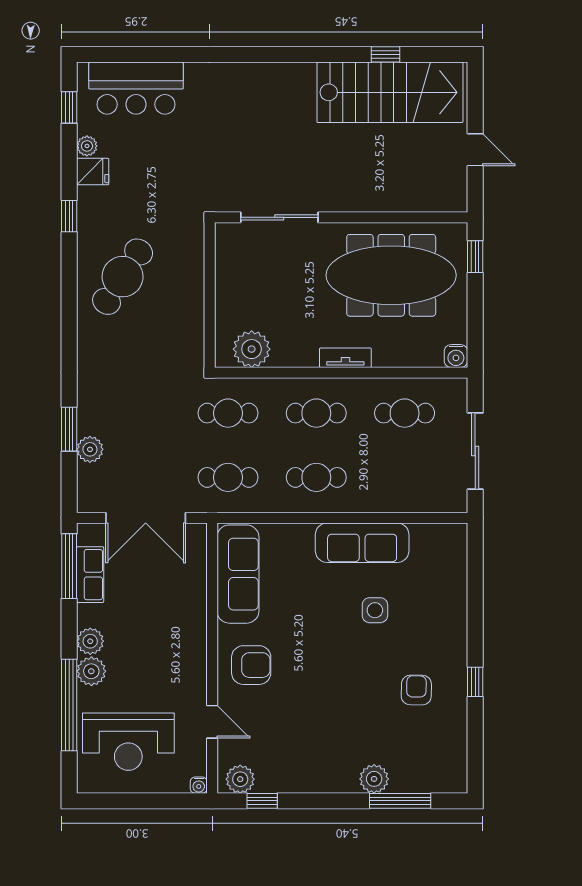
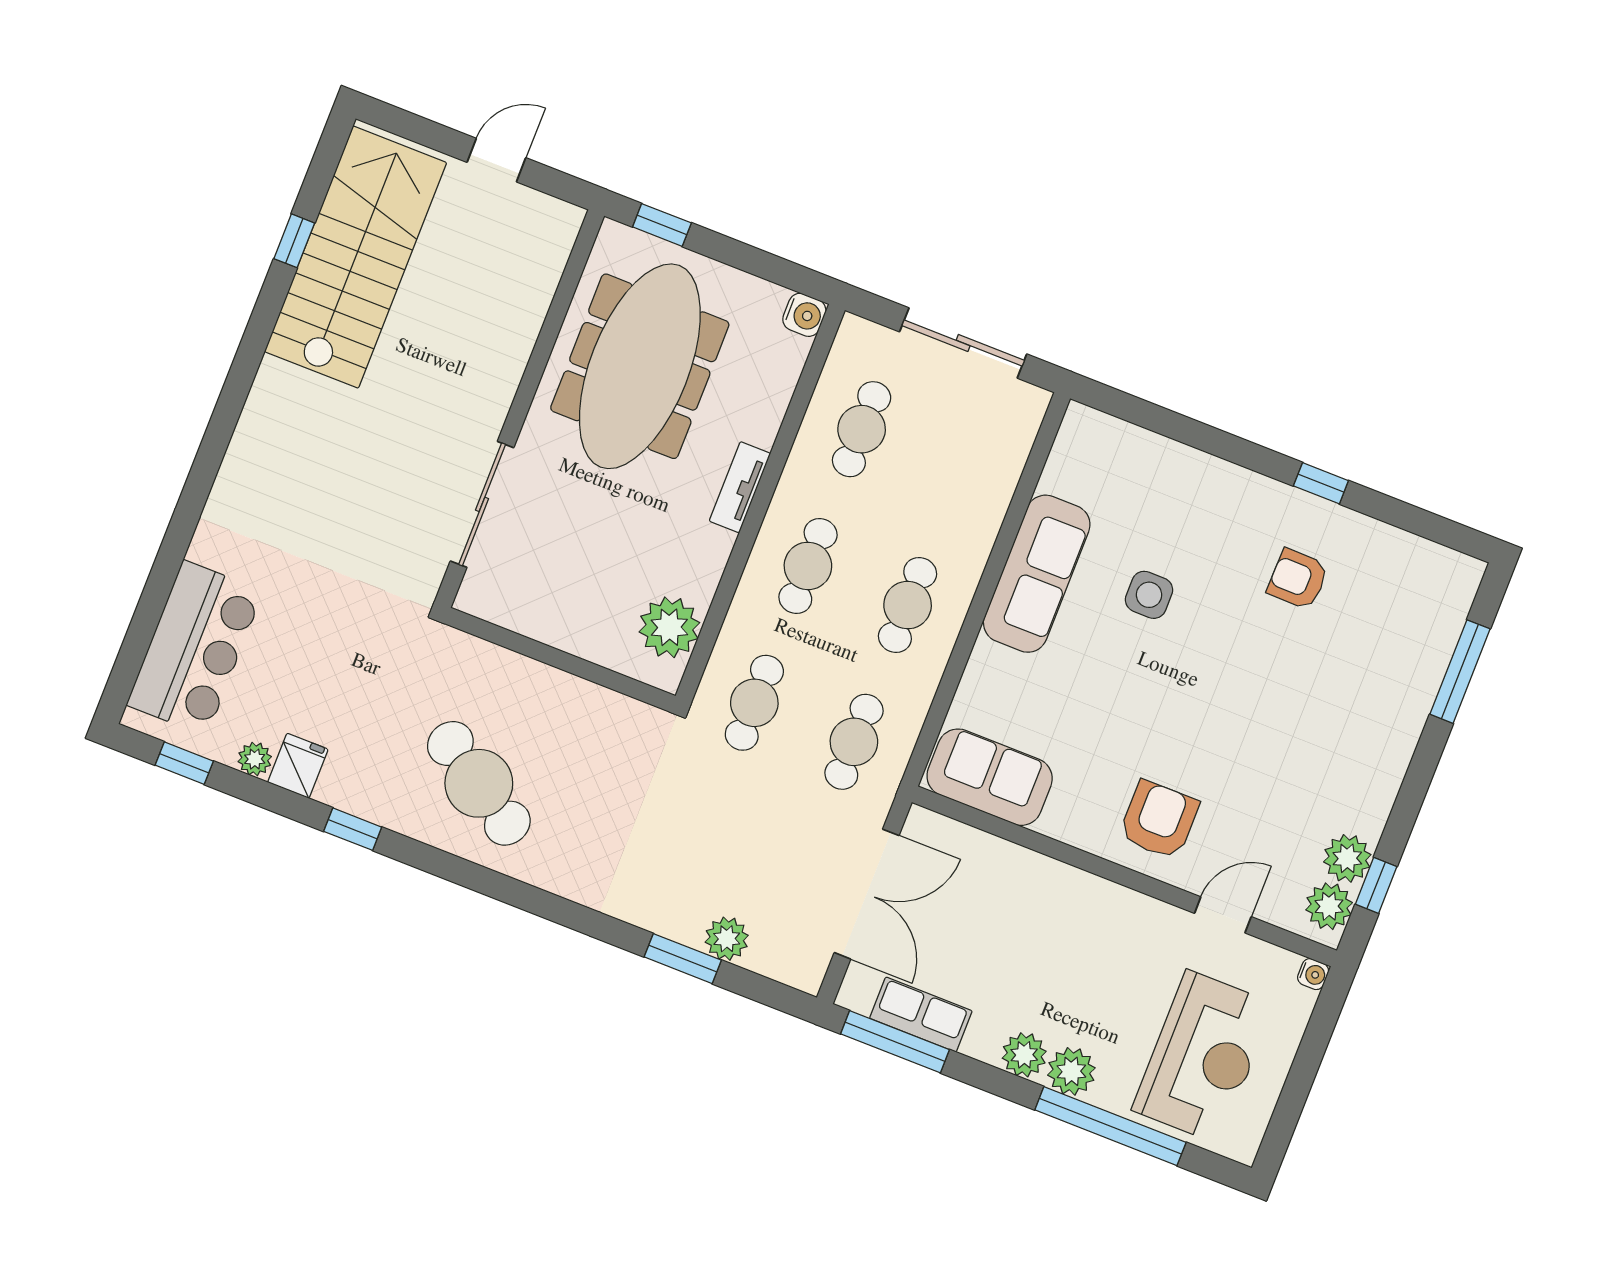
sofa: (238, 574) -> (990, 777), width x0.73
plant: (374, 779) -> (1347, 858), moved

